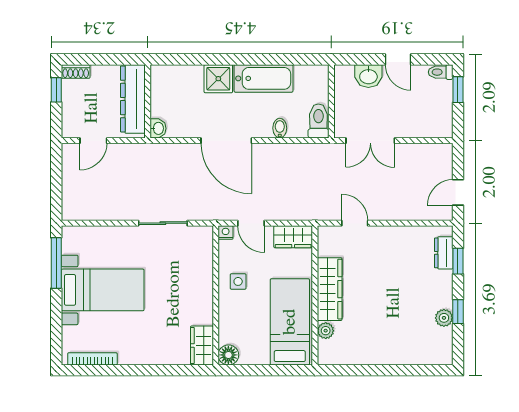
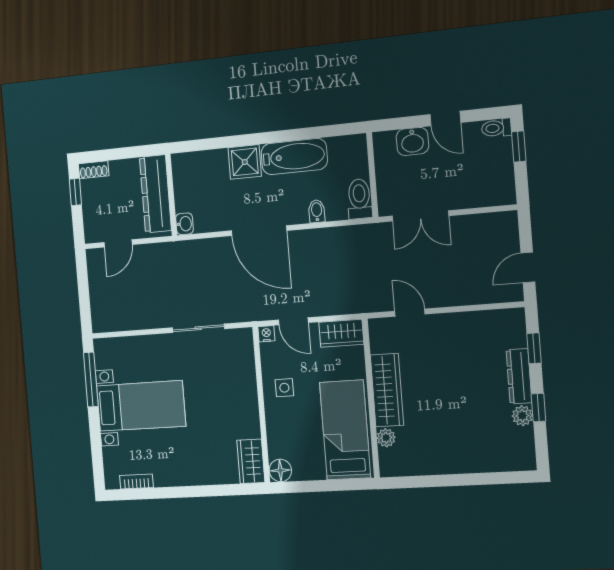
dresser: (444, 253) -> (519, 376), moved, width x1.44
bookcase: (92, 359) -> (136, 481), width x0.64

